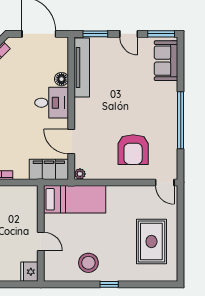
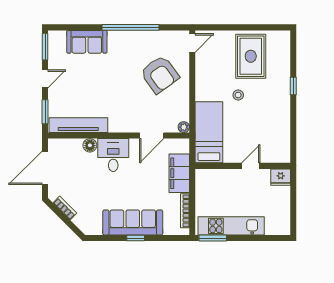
sofa: (166, 61) -> (87, 42), moved
armchair: (133, 150) -> (160, 74), turned 54
filing cabinet: (49, 169) -> (179, 173), moved
rug: (151, 242) -> (251, 56), turned 90
stool: (88, 263) -> (238, 95), moved, width x0.53, depth x0.53
window: (109, 284) -> (293, 86), moved

